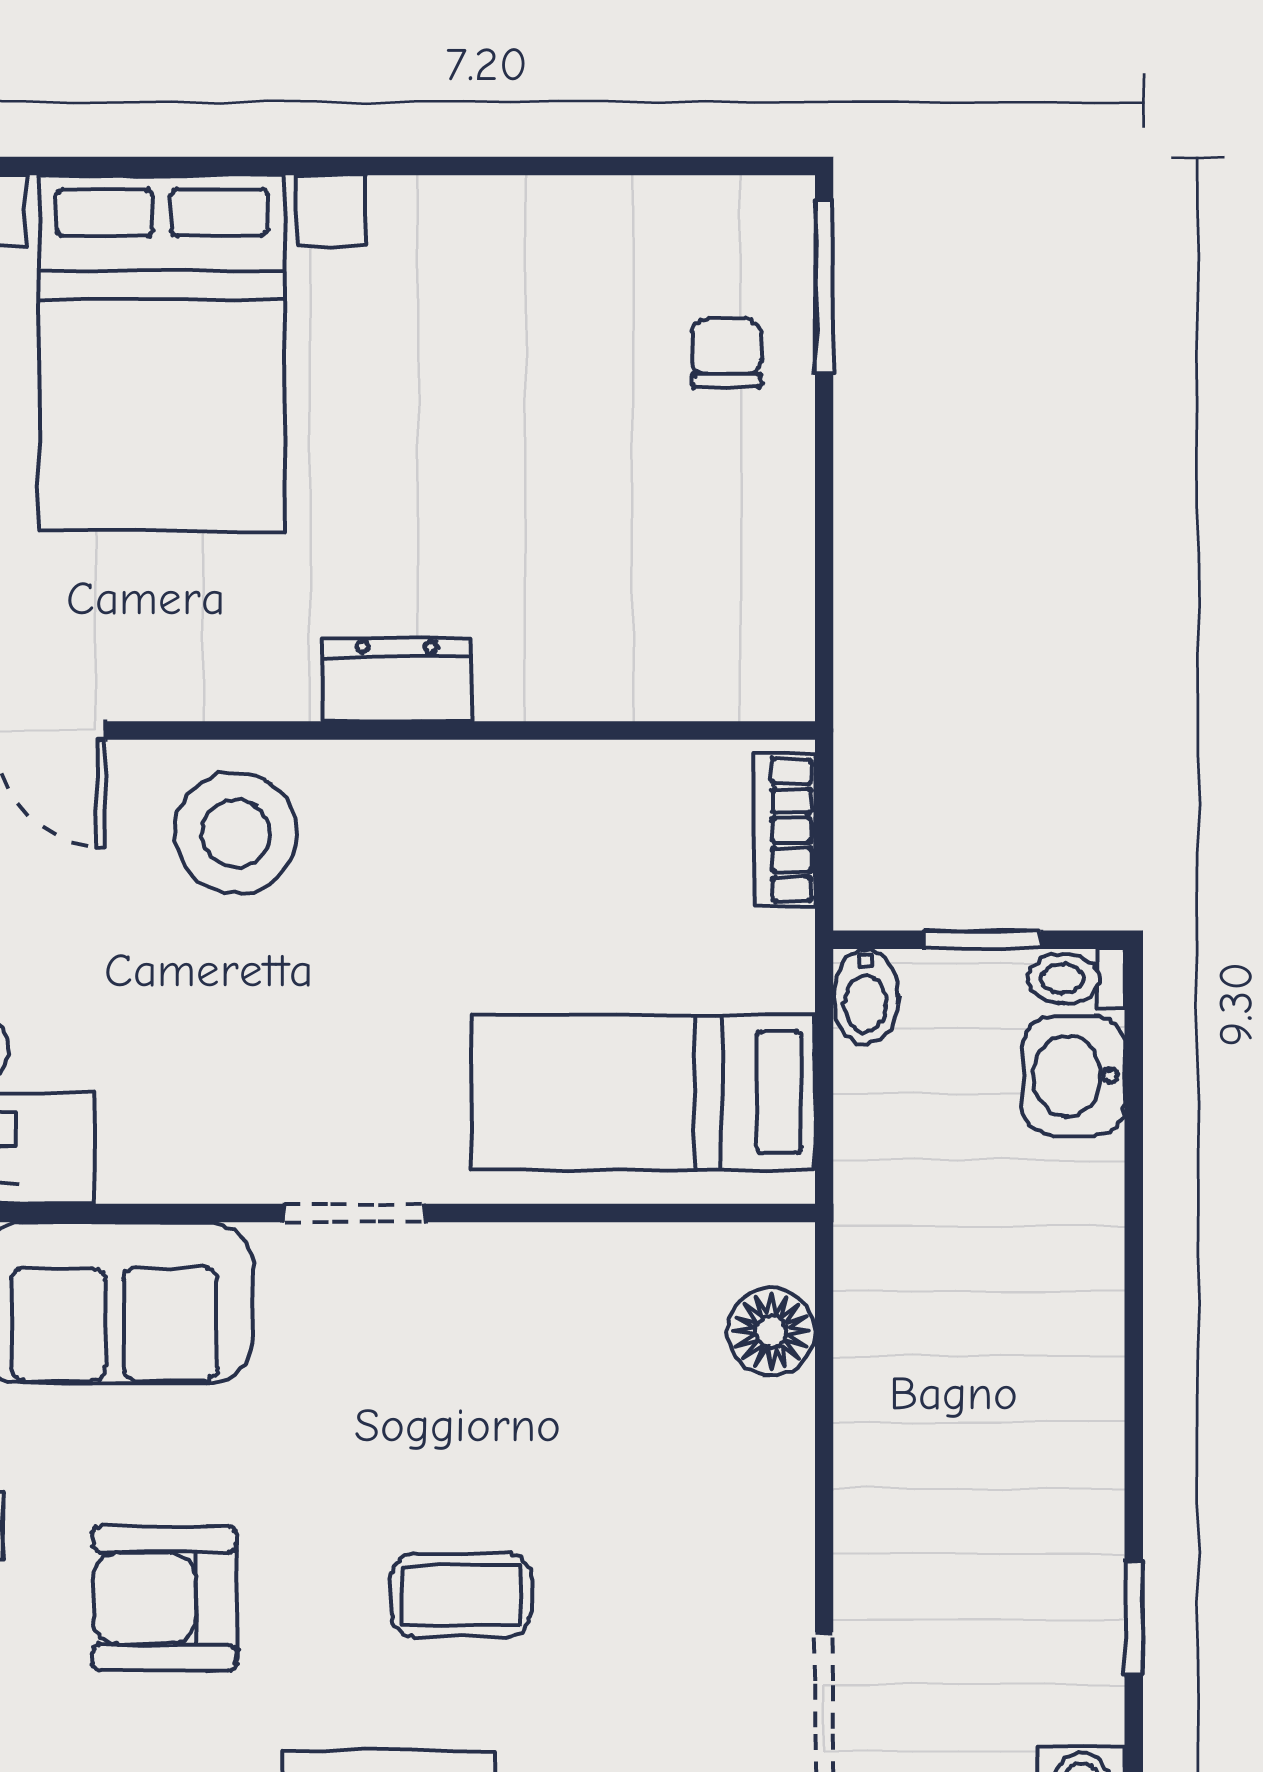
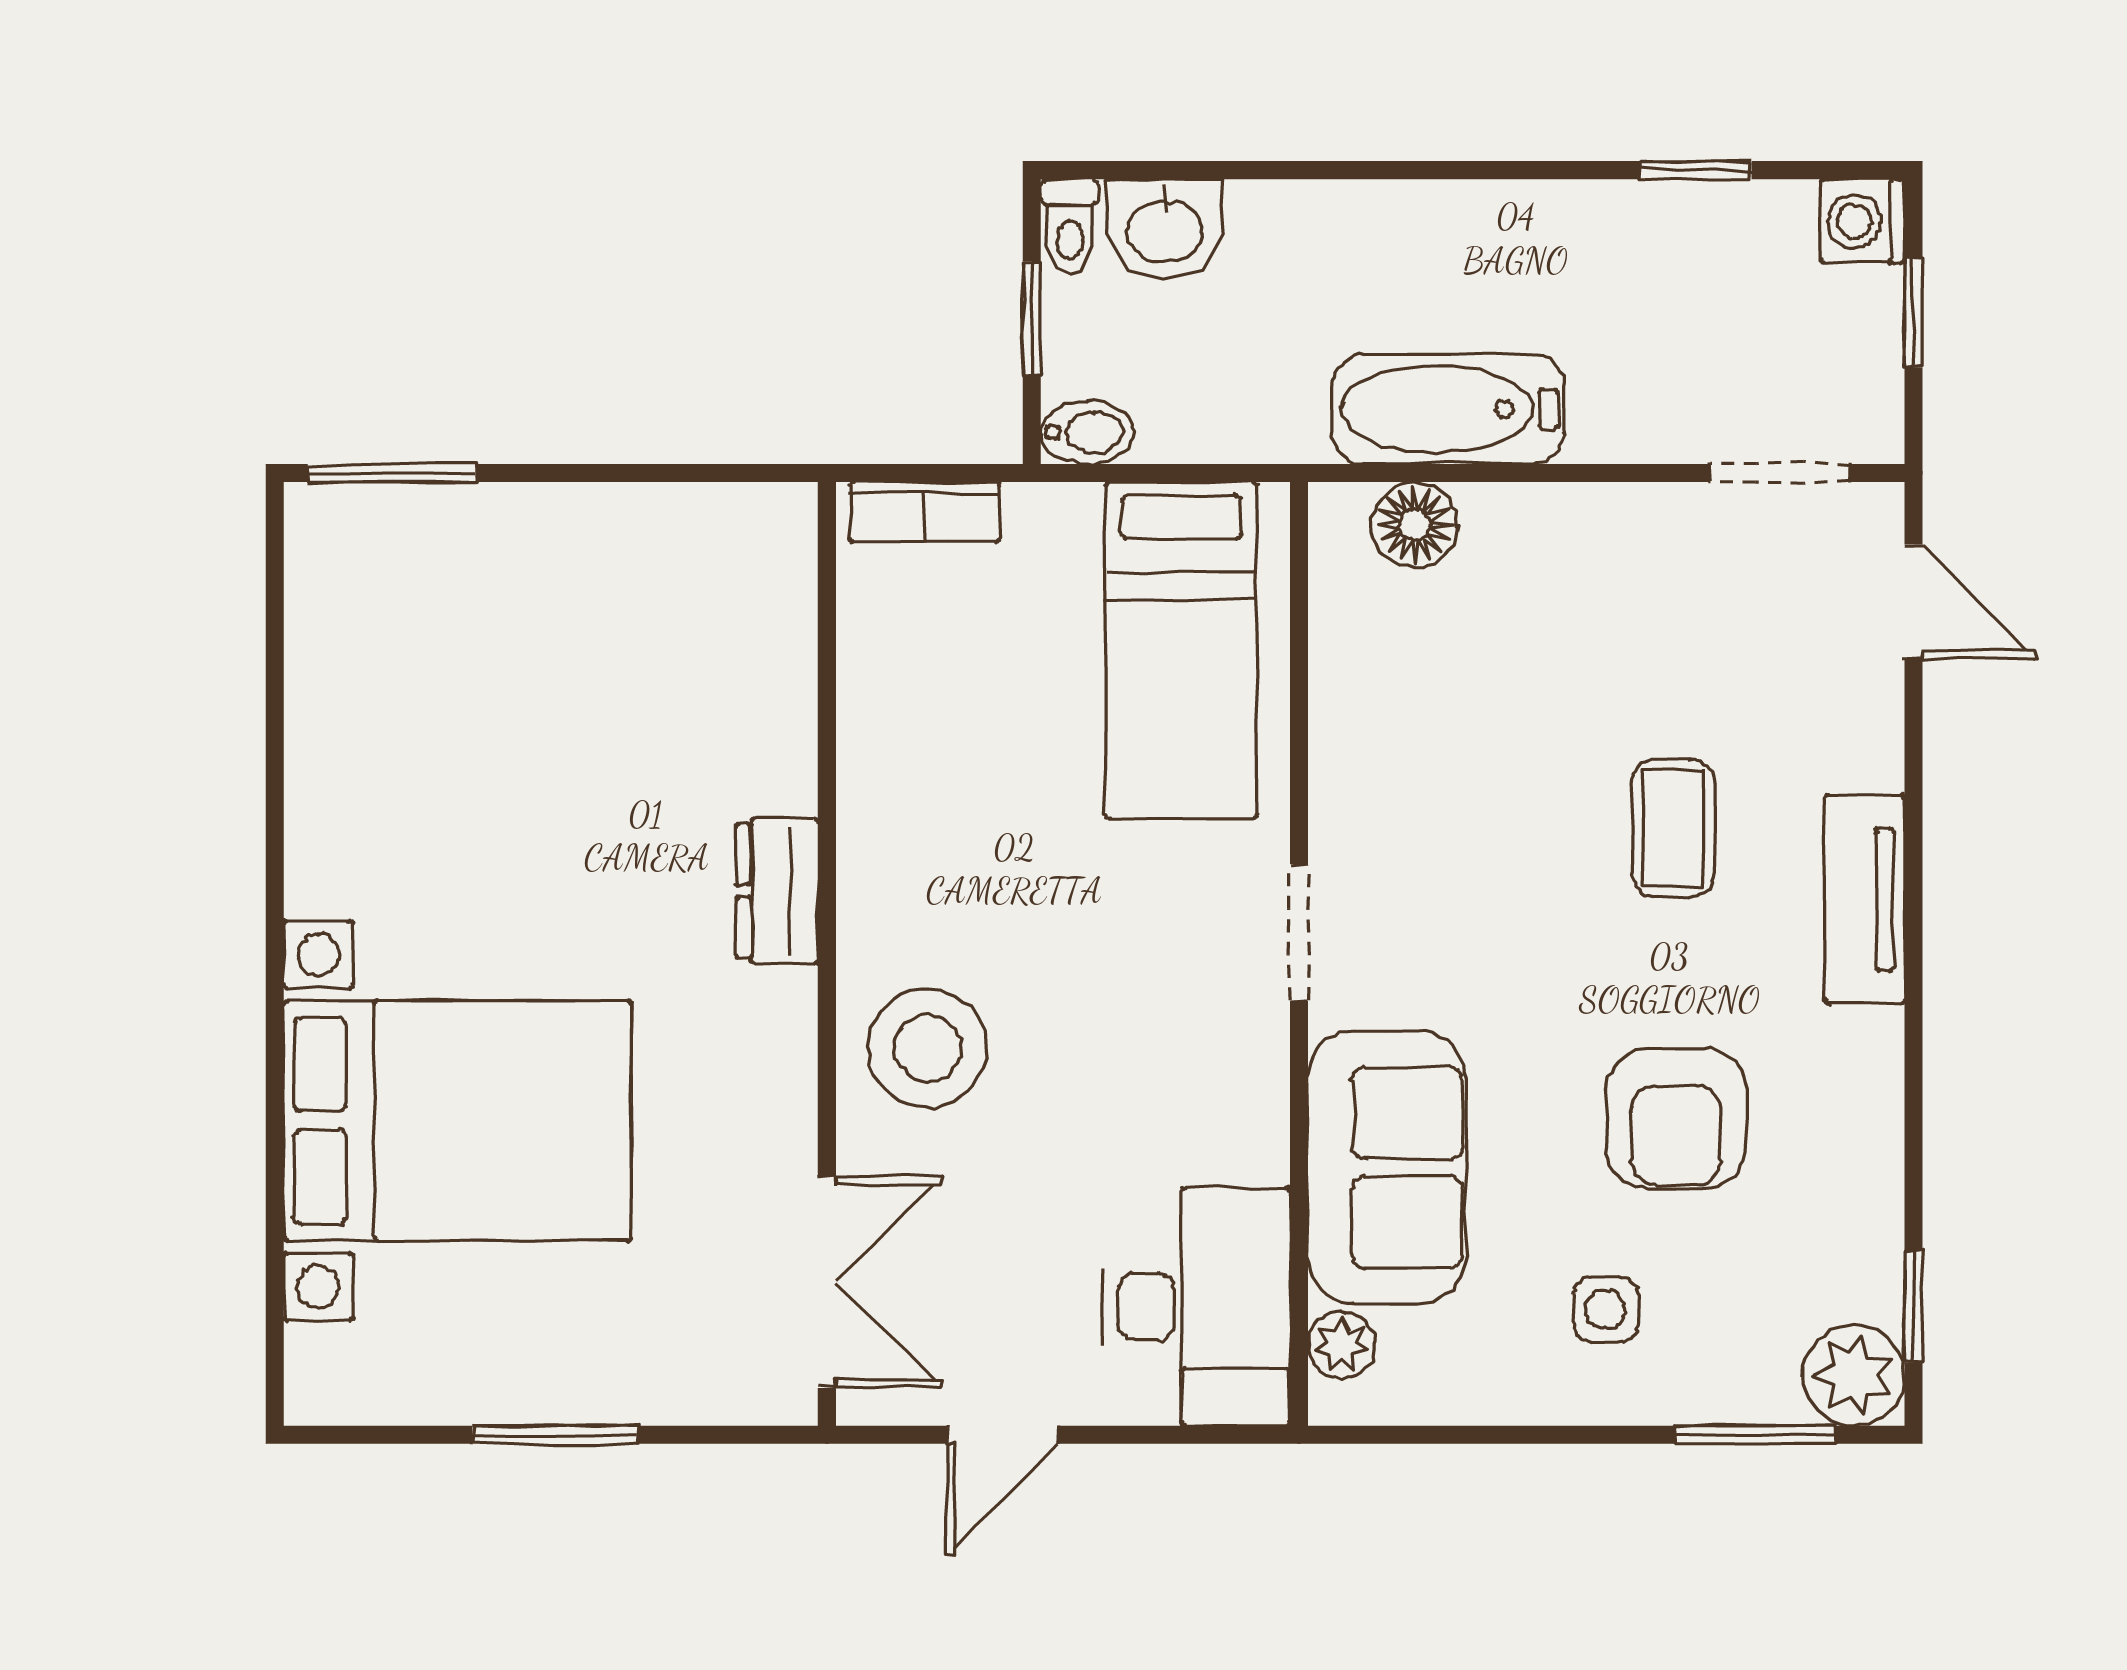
chair: (727, 353) -> (457, 568), removed
bathtub: (890, 1366) -> (1448, 409), added

